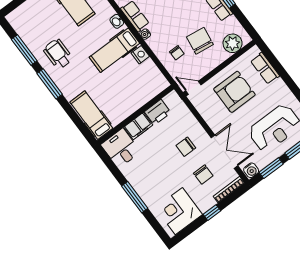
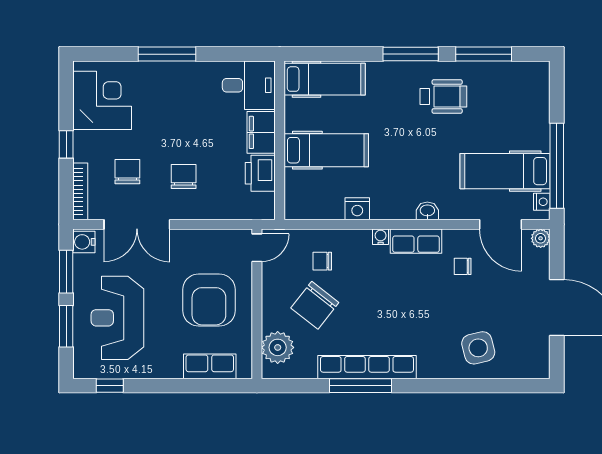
chair: (200, 41) -> (315, 305), turned 120
hospital bed: (114, 50) -> (326, 150), moved, turned 90
chair: (203, 175) -> (127, 172), turned 90

